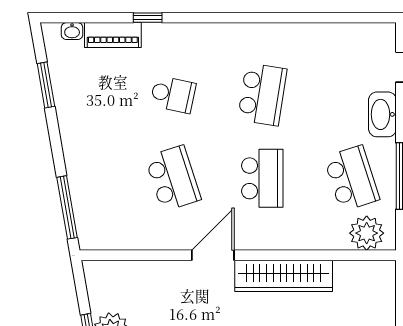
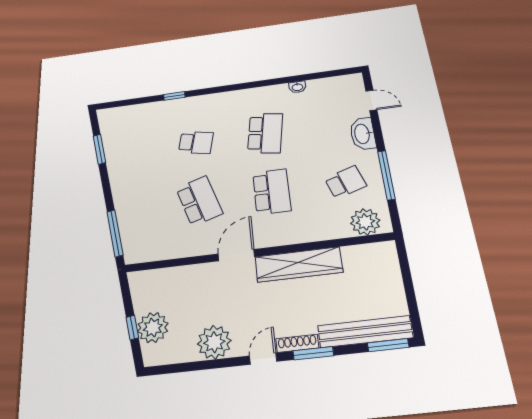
washbasin: (72, 31) -> (297, 87), moved
piano: (113, 35) -> (149, 110), removed
school desk: (352, 178) -> (345, 182), width x0.54

